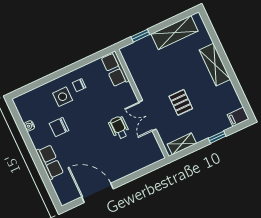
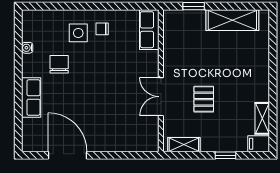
shelving: (215, 65) -> (262, 118), moved, width x0.67, depth x0.75
chair: (59, 127) -> (59, 64), turned 90
wheelchair: (119, 128) -> (124, 95), removed

